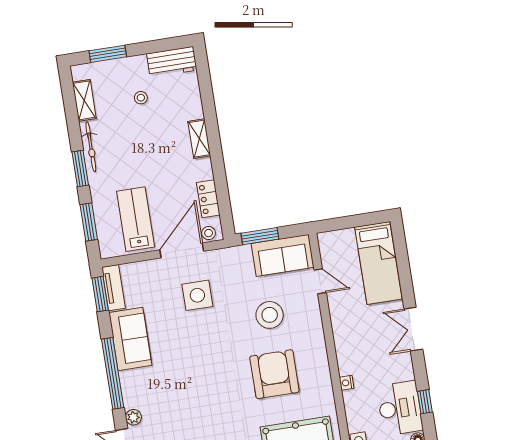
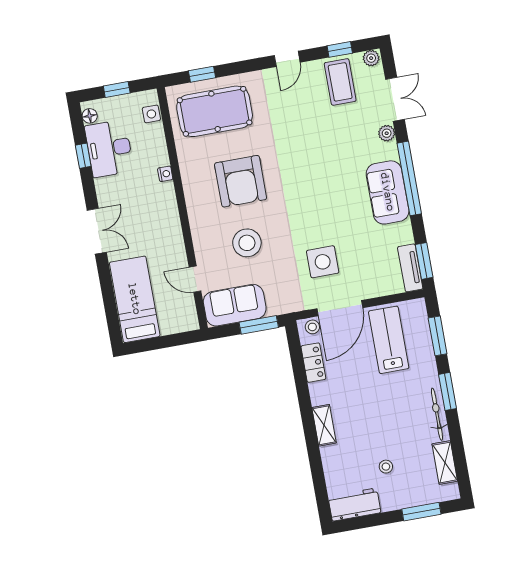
lab bench: (136, 219) -> (389, 340), turned 180
sofa: (130, 339) -> (388, 192), moved

